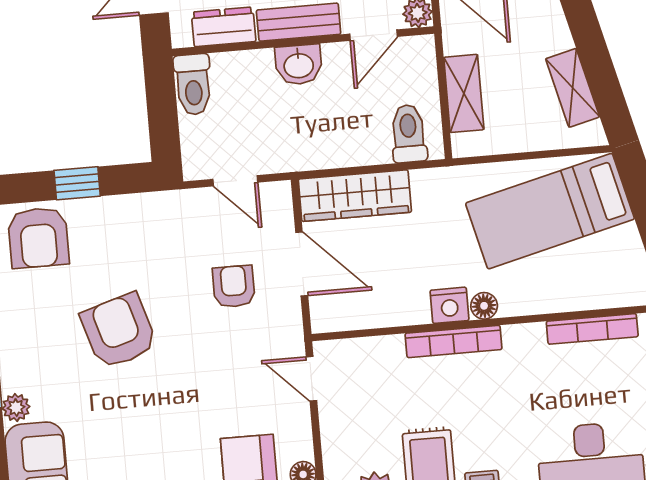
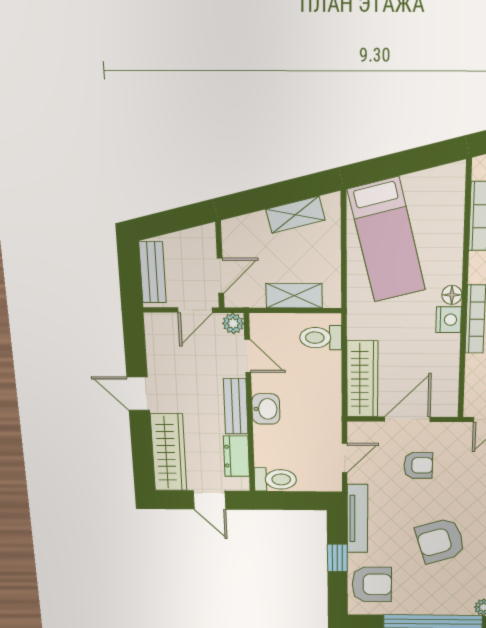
tv unit: (143, 207) -> (357, 519), added
armchair: (234, 286) -> (418, 465), turned 180

